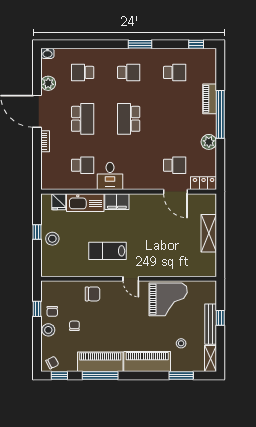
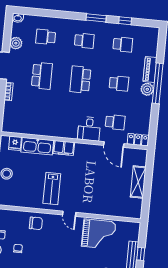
window: (196, 44) -> (125, 21), moved
plant: (209, 142) -> (147, 89), moved
school desk: (83, 165) -> (119, 83), moved
desk: (110, 176) -> (89, 129), moved
lab bench: (107, 251) -> (52, 188), turned -90

